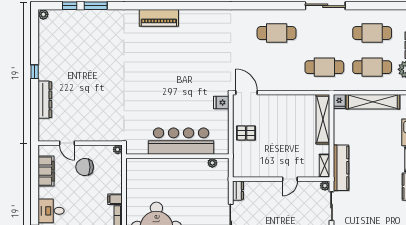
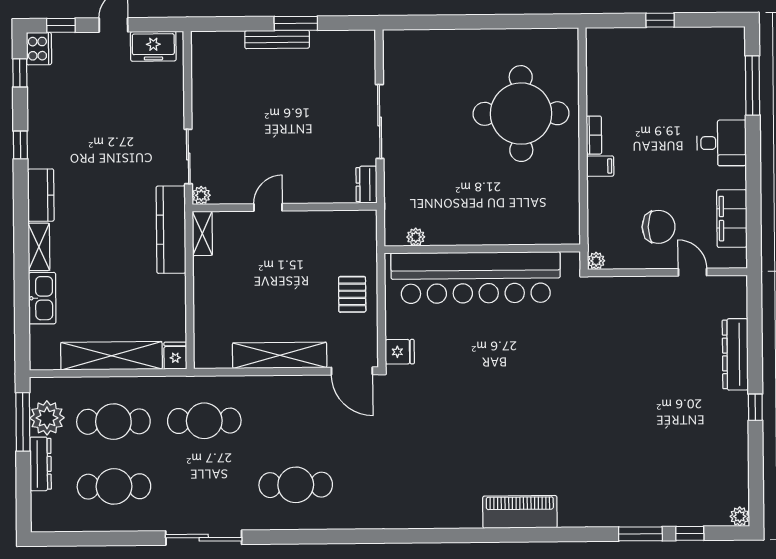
shelving: (323, 119) -> (280, 355), moved, turned 90
pallet: (246, 133) -> (352, 294), turned 90
bar counter: (181, 141) -> (476, 278), width x1.36

